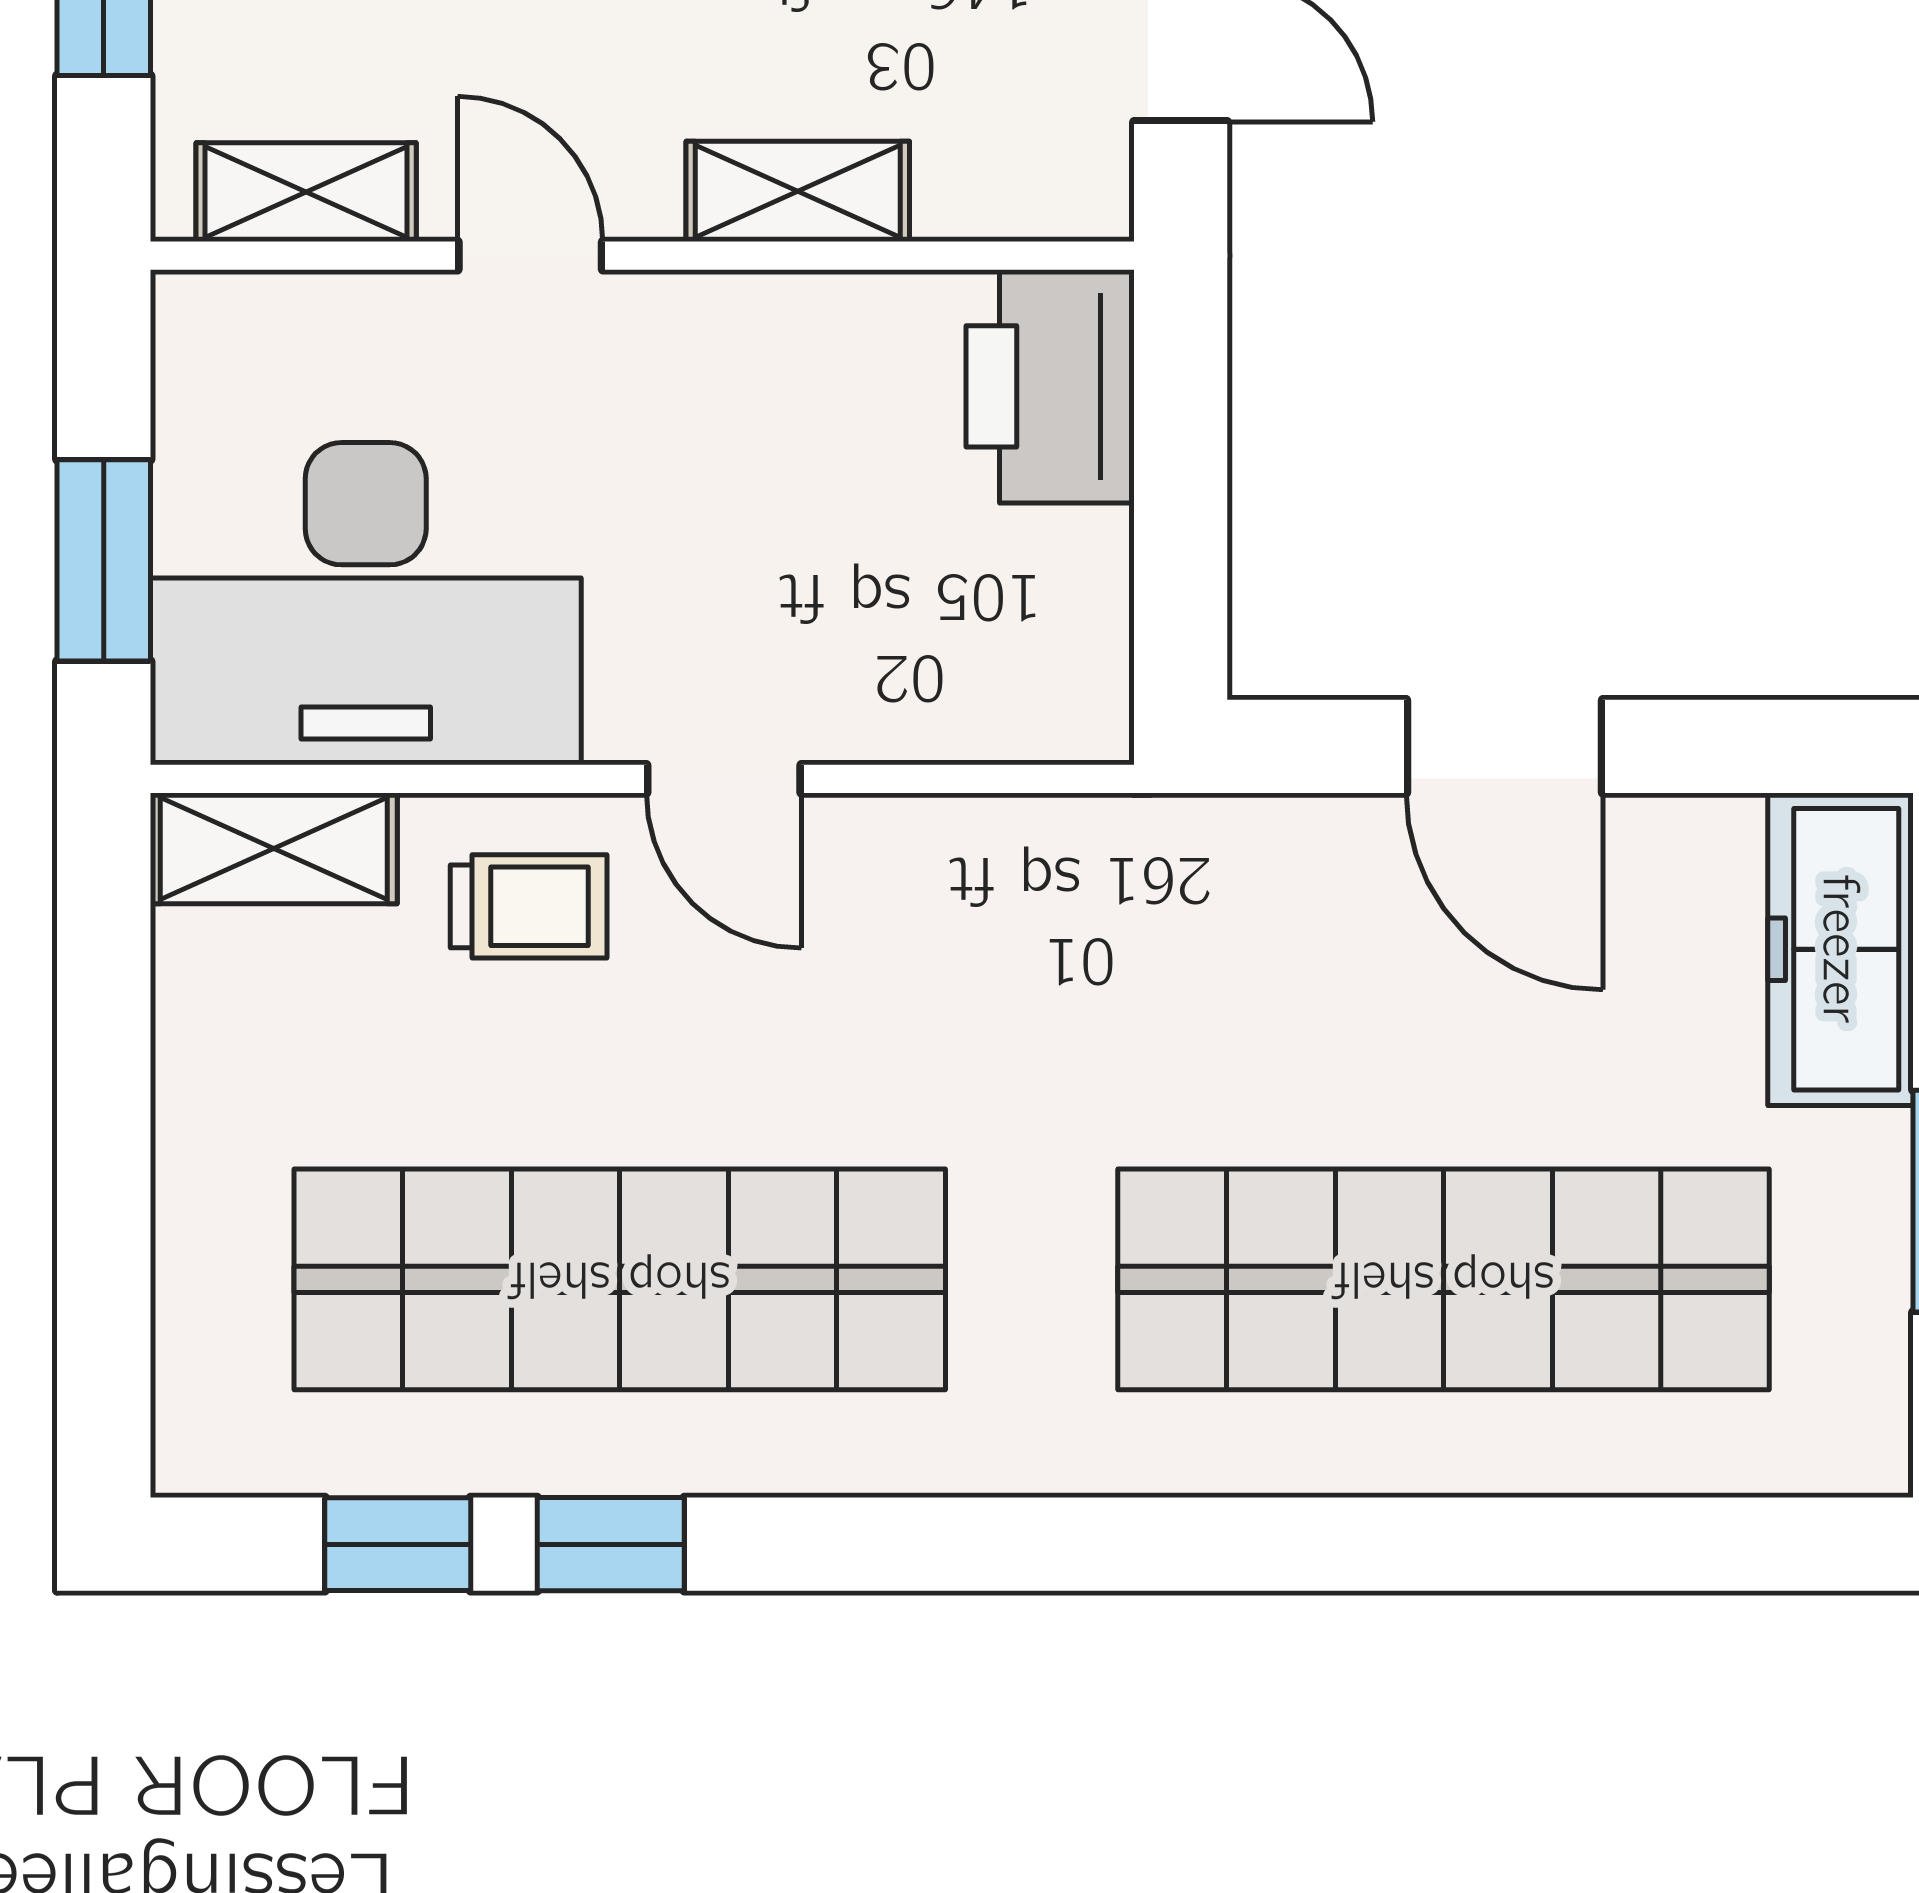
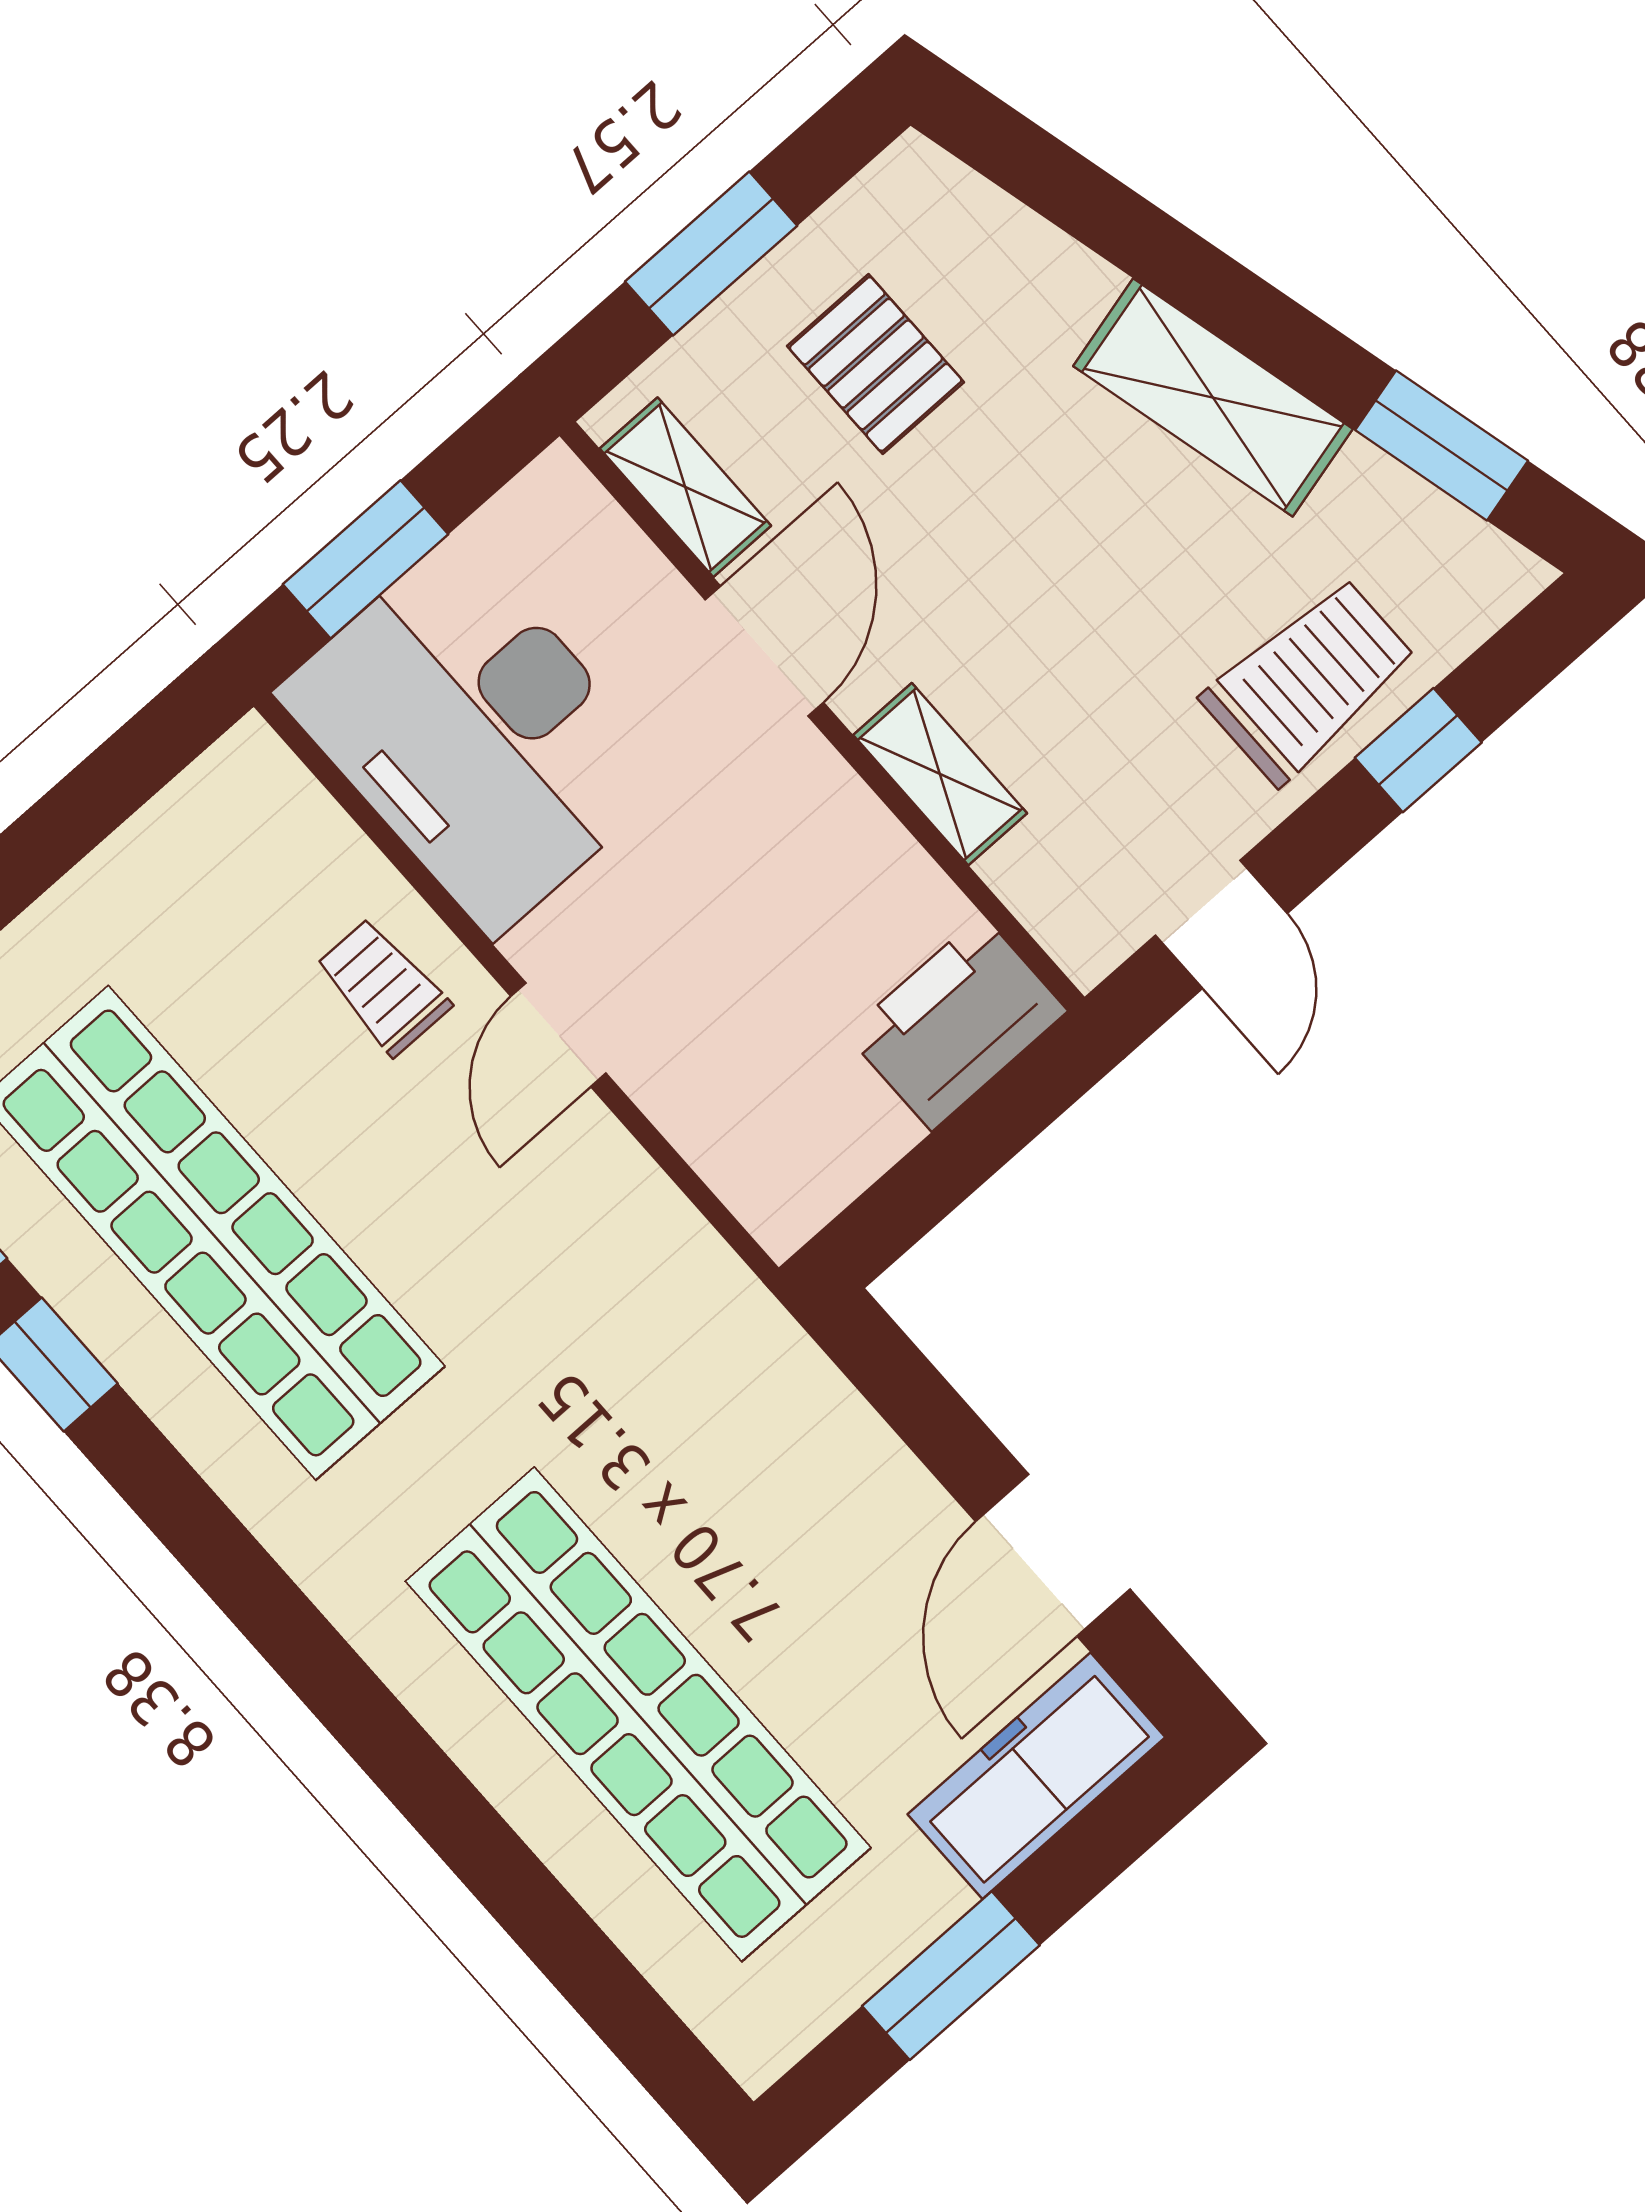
door: (530, 256) -> (764, 651), width x1.38
door: (1504, 746) -> (1053, 1555), moved
shelving: (274, 848) -> (285, 808), removed
trolley: (529, 906) -> (383, 987), turned 180

